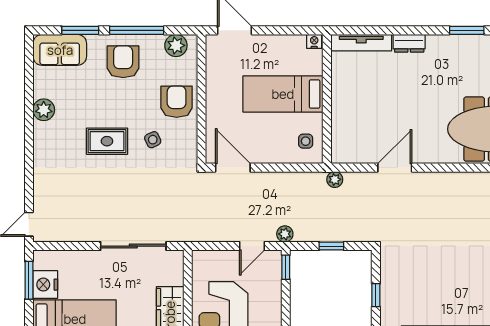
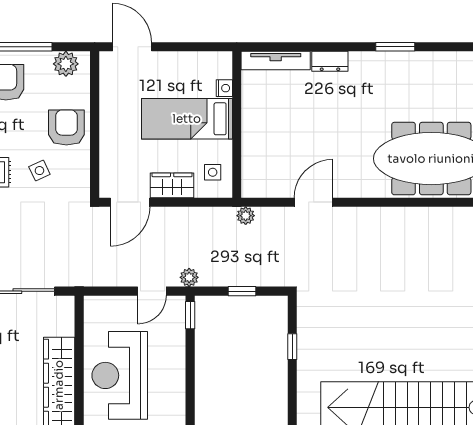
nightstand: (314, 41) -> (224, 88), moved, turned 90
wardrobe: (270, 153) -> (172, 185), added
door: (233, 168) -> (130, 202), swing flipped

